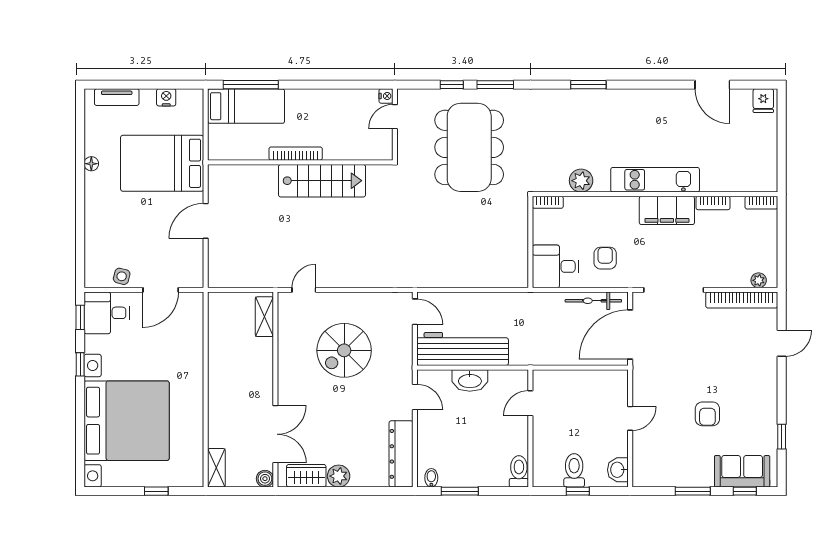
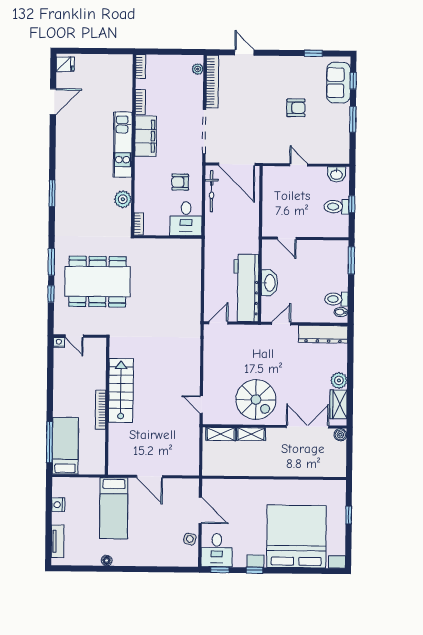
bed: (162, 163) -> (114, 508), width x0.67
spiral stairs: (344, 350) -> (256, 400), moved
shelving: (216, 468) -> (251, 434), moved
toilet: (519, 471) -> (336, 299), moved
window: (460, 491) -> (351, 261), moved

